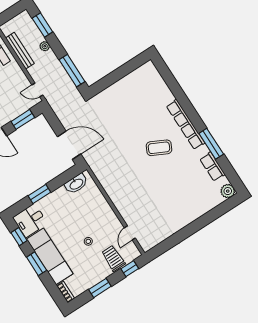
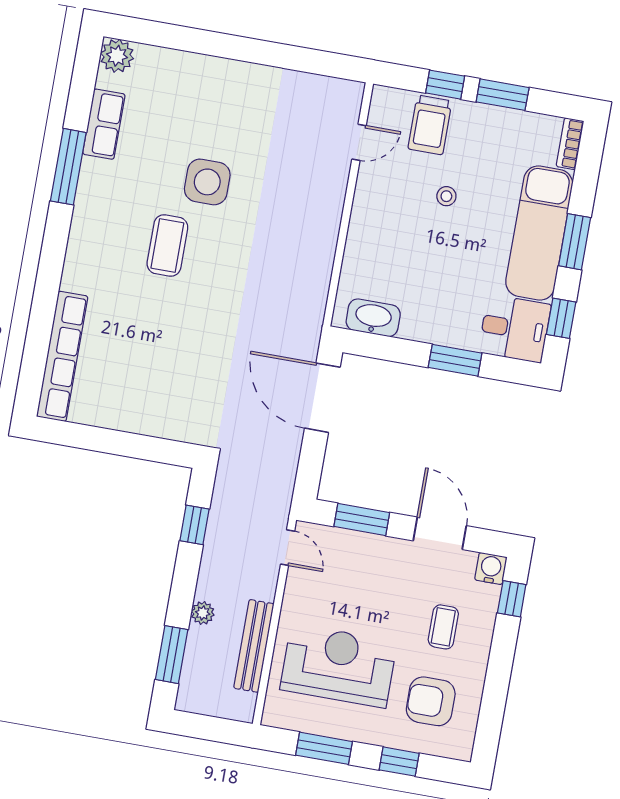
window: (72, 71) -> (195, 525), width x0.46
row of seats: (186, 124) -> (62, 356), moved
coffee table: (159, 148) -> (167, 245), turned 64
side table: (165, 178) -> (207, 182), added
window: (130, 269) -> (445, 85), moved

